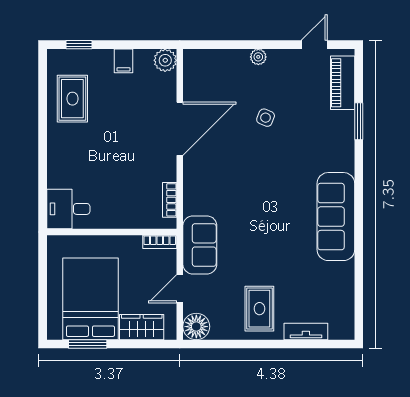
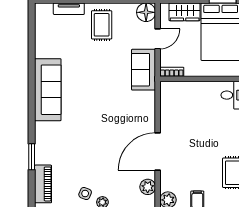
plant: (194, 79) -> (148, 187), added
side table: (266, 118) -> (85, 193), moved
bookcase: (170, 200) -> (165, 101), removed

